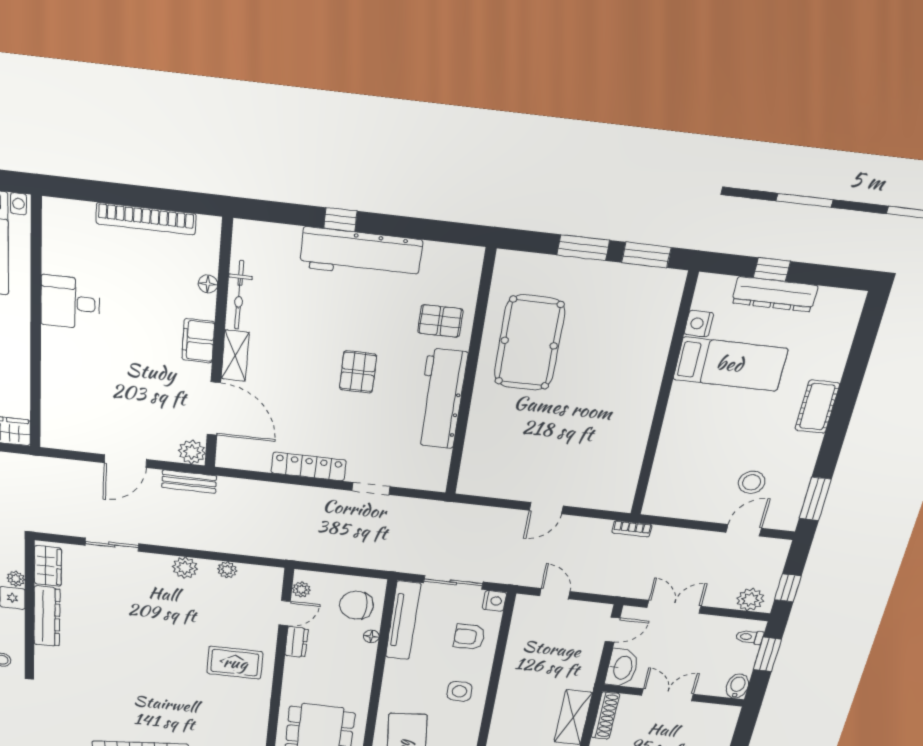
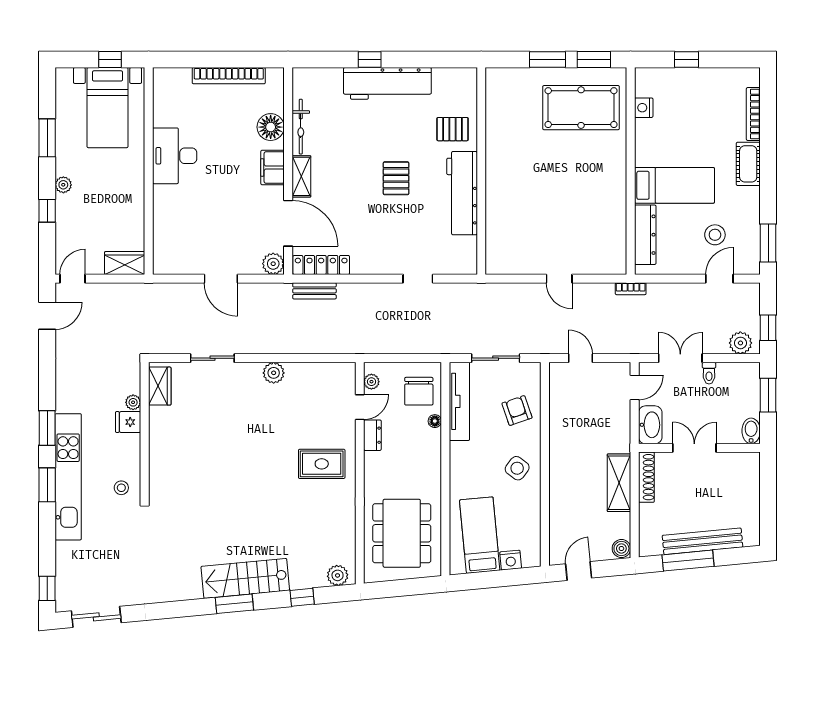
floor lamp: (208, 284) -> (271, 127), width x1.89, depth x1.89
dresser: (775, 294) -> (645, 235), moved, turned -90
desk: (70, 303) -> (175, 156), width x1.37
pool table: (529, 343) -> (581, 108), moved, turned 90
bookcase: (842, 348) -> (753, 114), added
bed: (730, 364) -> (674, 185), moved
door: (125, 461) -> (221, 279), hinge flipped
locker: (309, 466) -> (321, 265), moved
bench: (189, 482) -> (314, 291), moved
door: (546, 508) -> (559, 279), hinge flipped
plant: (227, 570) -> (309, 370), removed
nightstand: (494, 601) -> (532, 372), removed
chair: (356, 605) -> (419, 391), turned -90
dresser: (47, 616) -> (159, 437), removed
armchair: (469, 637) -> (517, 411), turned 71
toilet: (750, 637) -> (709, 373), moved, turned -90
side table: (459, 691) -> (517, 468), turned 37

